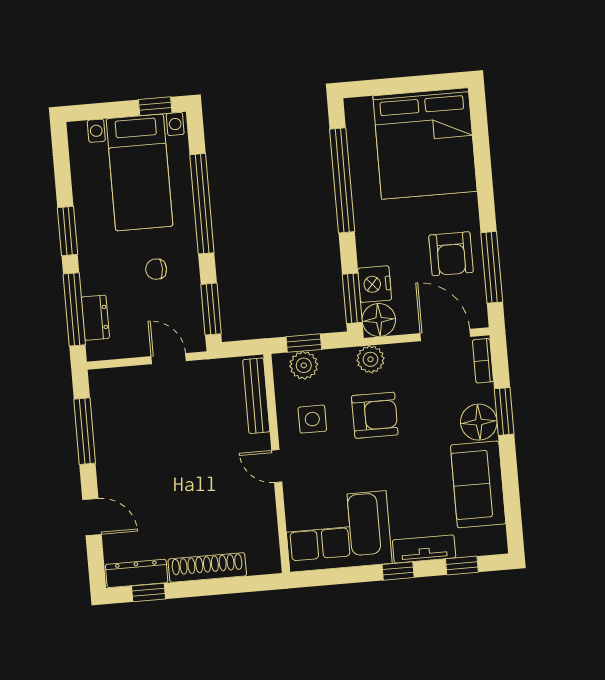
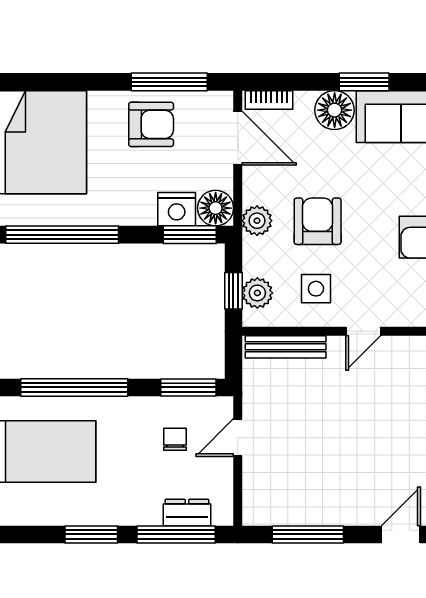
chair: (156, 269) -> (175, 439), moved, turned 180
door: (445, 335) -> (238, 138), swing flipped
window: (504, 411) -> (364, 82), moved

